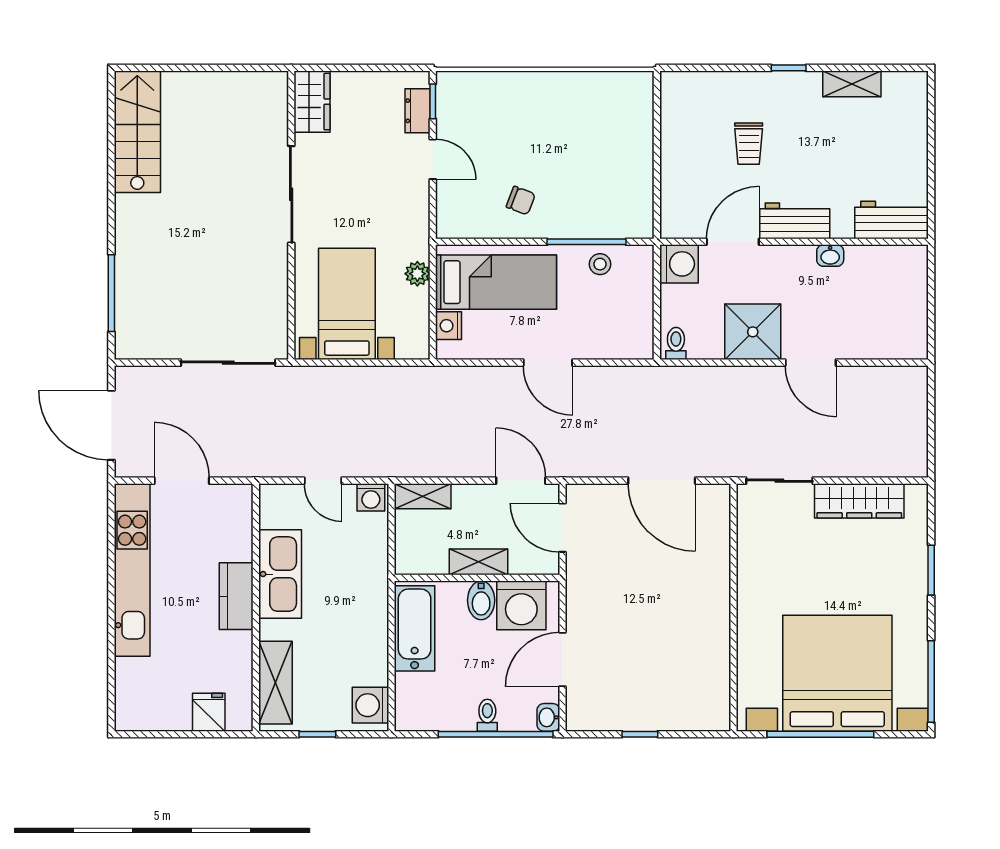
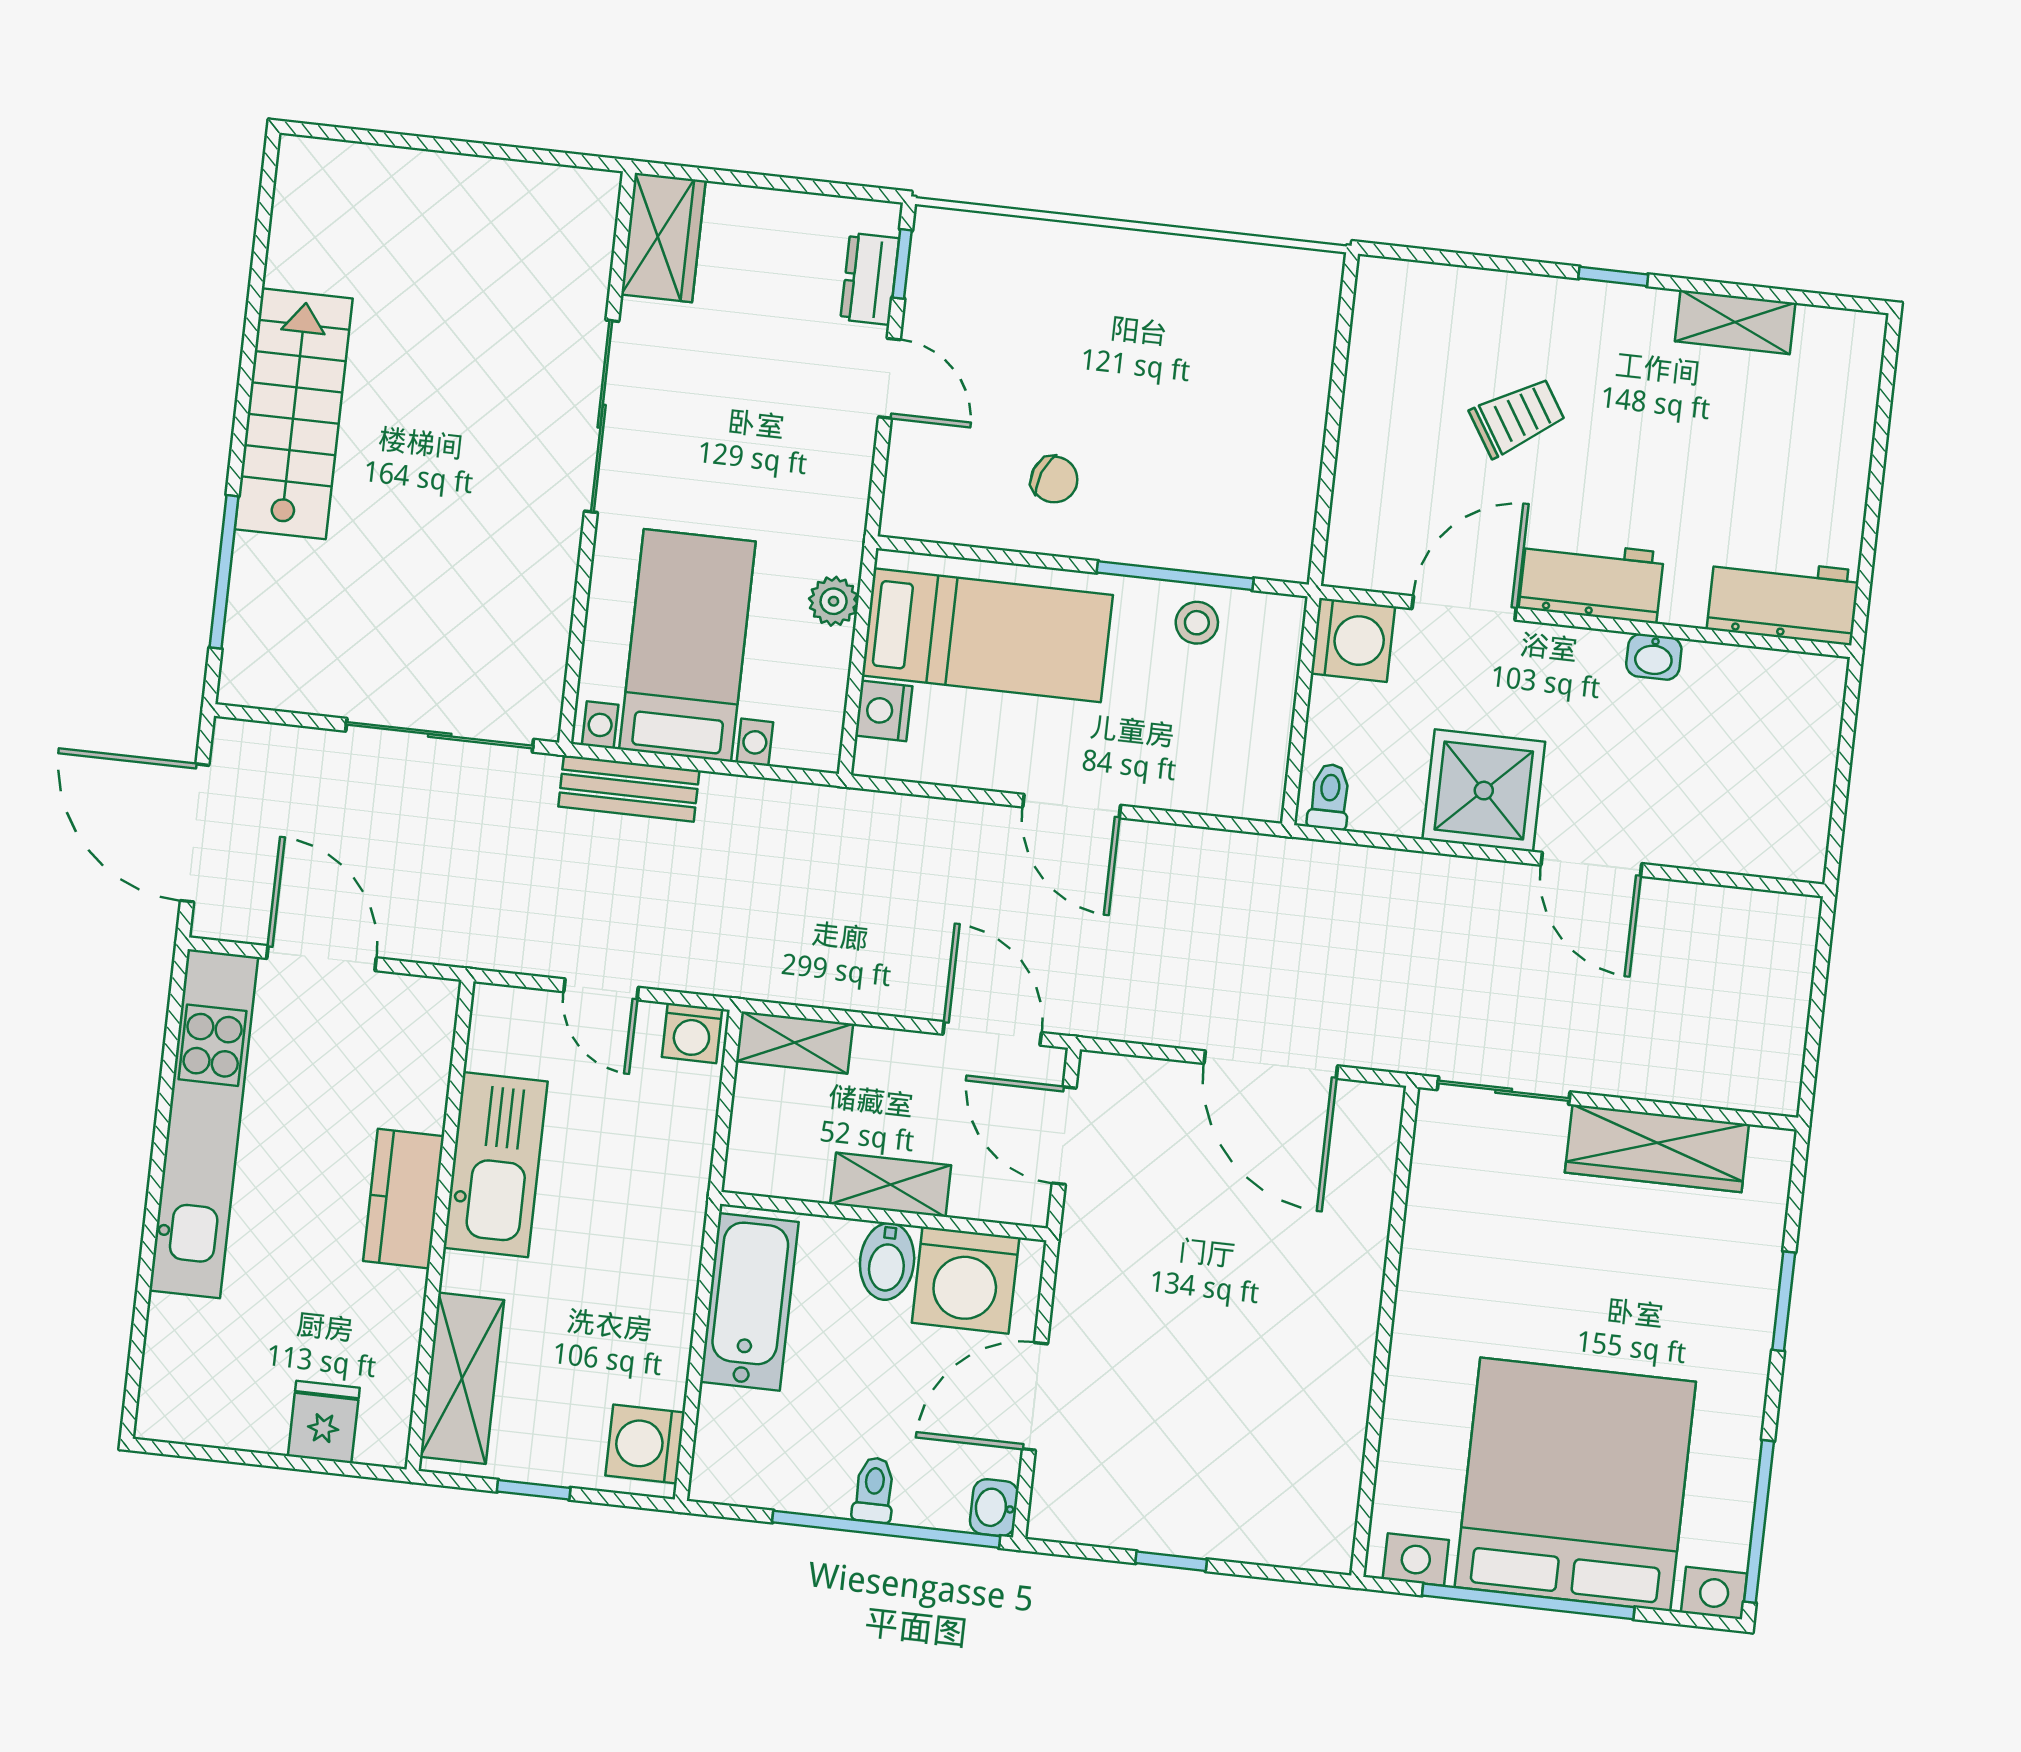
stairs: (137, 132) -> (294, 414), moved
trolley: (749, 144) -> (1517, 417), turned -122
bench: (326, 379) -> (629, 788), added

